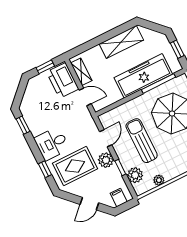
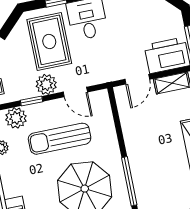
freezer: (143, 76) -> (145, 164), removed
sun lounger: (142, 141) -> (60, 139), turned 180

